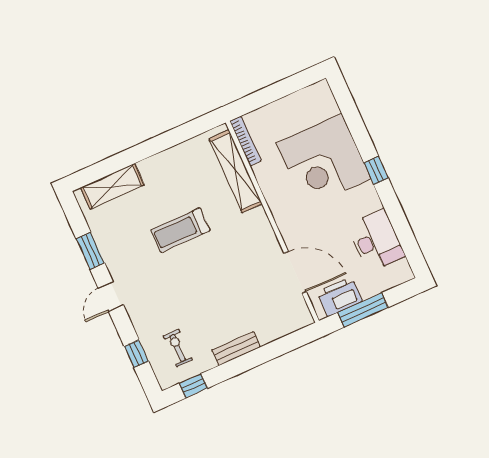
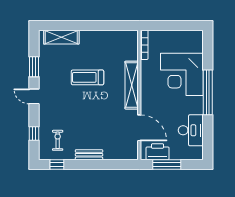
shelving: (236, 171) -> (132, 85), moved
window: (376, 171) -> (208, 92), width x3.17
door: (111, 297) -> (34, 96), hinge flipped

